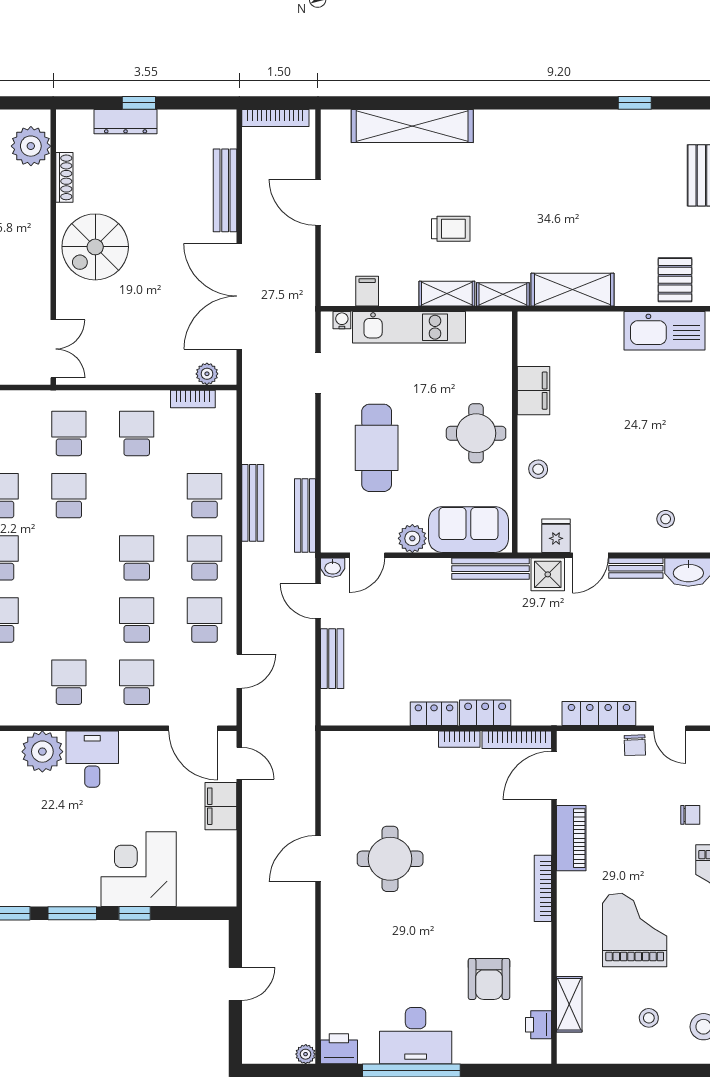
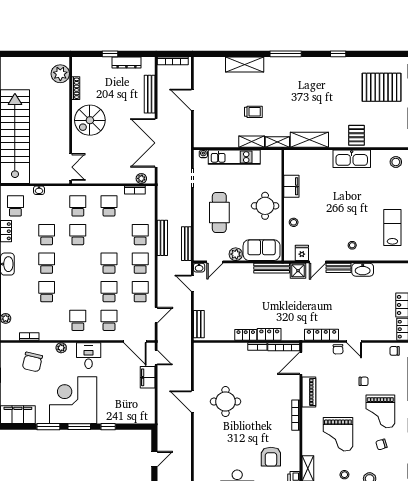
window: (521, 103) -> (286, 54), added
dresser: (126, 122) -> (126, 63), moved
shelving: (412, 126) -> (245, 65), width x0.68
filing cabinet: (367, 291) -> (215, 140), removed
bench: (332, 659) -> (199, 324), moved
plant: (42, 752) -> (61, 348), width x0.53, depth x0.53
door: (318, 859) -> (192, 401), hinge flipped
corner desk: (139, 869) -> (73, 400), moved, width x1.36, depth x1.36
grand piano: (635, 930) -> (338, 434), turned 180

